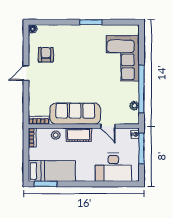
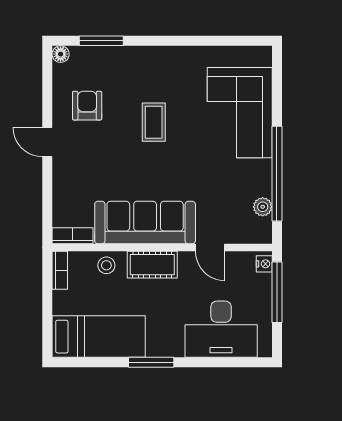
window: (91, 22) -> (101, 41), moved
coffee table: (79, 63) -> (154, 122), added
door: (26, 73) -> (47, 142), hinge flipped
window: (46, 184) -> (151, 362), moved

